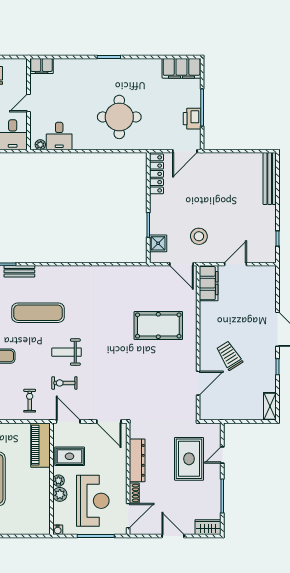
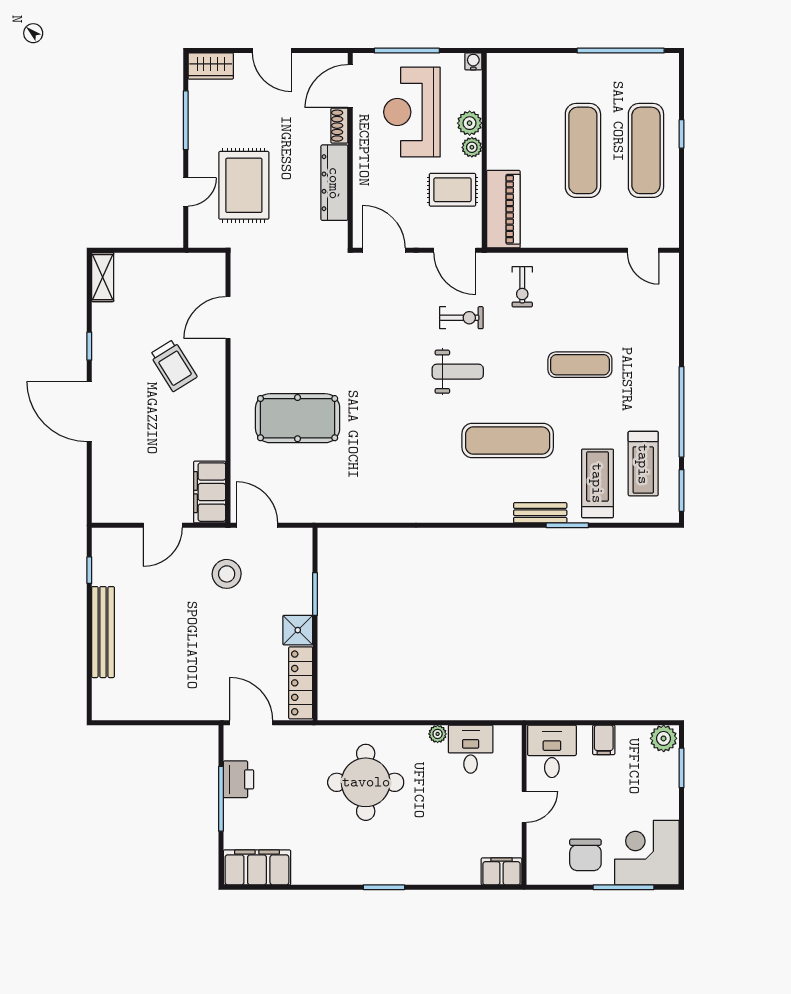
plant: (40, 145) -> (438, 734), moved
door: (185, 151) -> (251, 723), hinge flipped
bench: (270, 179) -> (103, 632), moved
shower: (158, 243) -> (298, 630), moved

